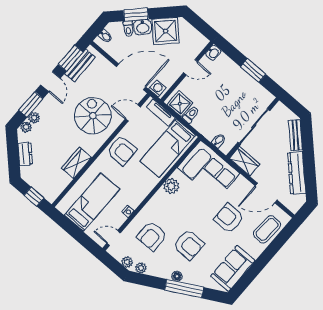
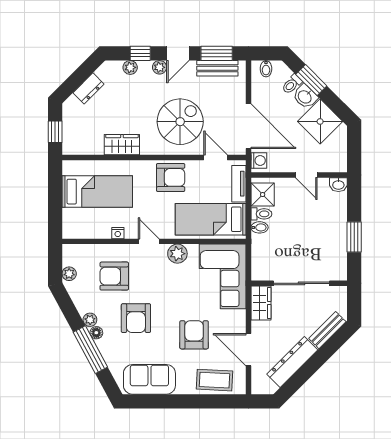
window: (31, 104) -> (140, 53), width x0.67
plant: (26, 127) -> (159, 67), moved
bidet: (219, 140) -> (260, 227), moved
armchair: (122, 151) -> (171, 177), turned -90
door: (114, 238) -> (149, 241), moved
plant: (141, 268) -> (90, 320), moved

